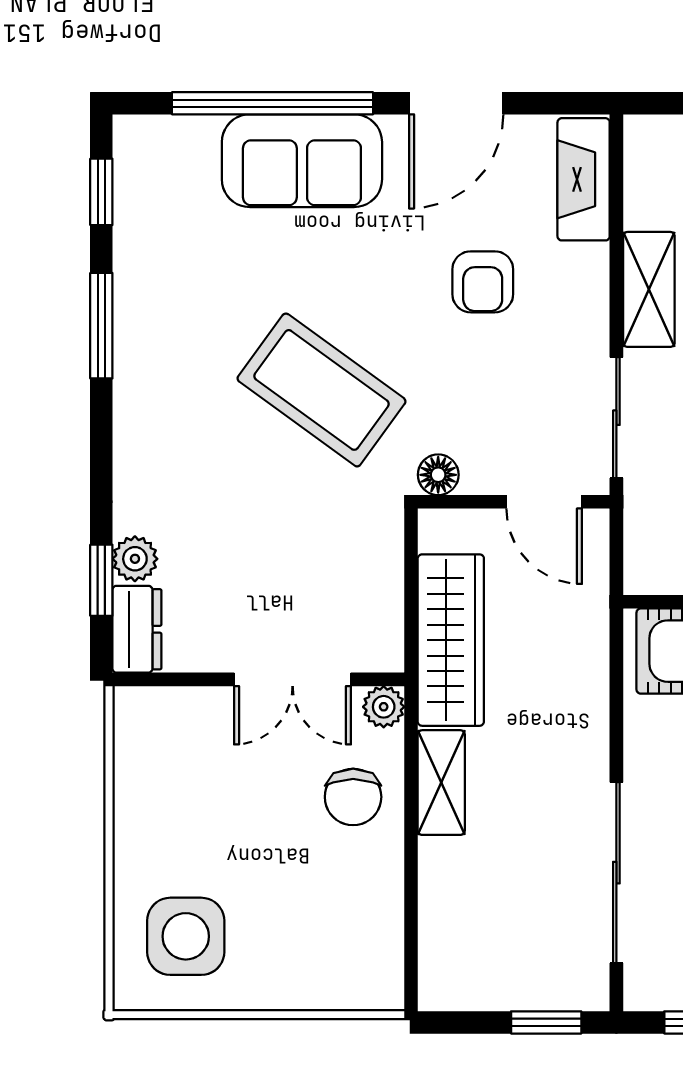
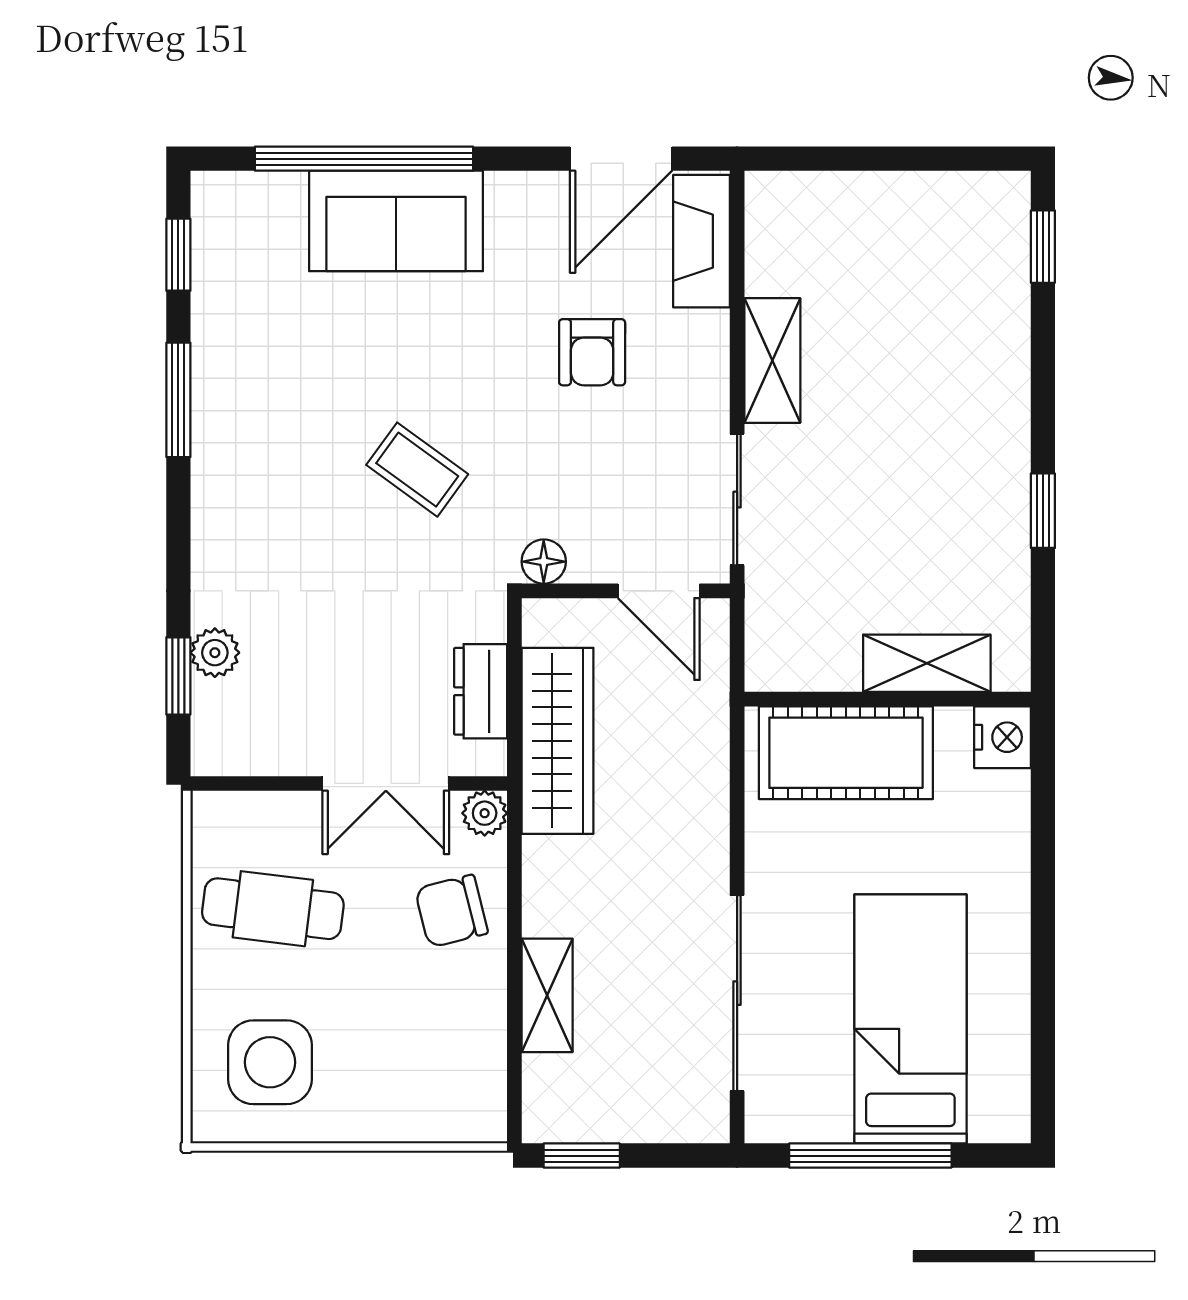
door: (456, 103) -> (621, 159), moved
coffee table: (322, 390) -> (417, 470), width x0.54, depth x0.58
dresser: (137, 629) -> (481, 691), moved, turned 180
shelving: (441, 783) -> (547, 995), moved
cafe table: (188, 795) -> (273, 909), added
chair: (353, 797) -> (451, 911), turned 76
window: (546, 1022) -> (582, 1156), moved

